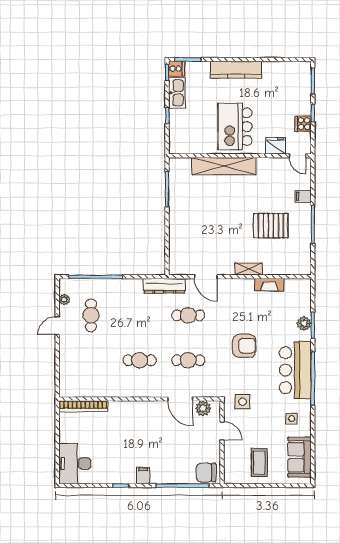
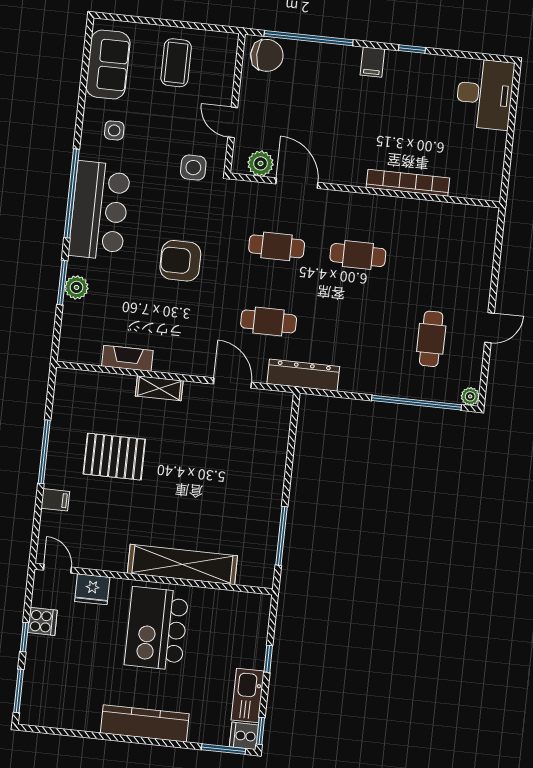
kitchen island: (235, 127) -> (157, 629), turned 180
plant: (64, 300) -> (470, 396), moved
bookcase: (83, 406) -> (408, 183), moved

